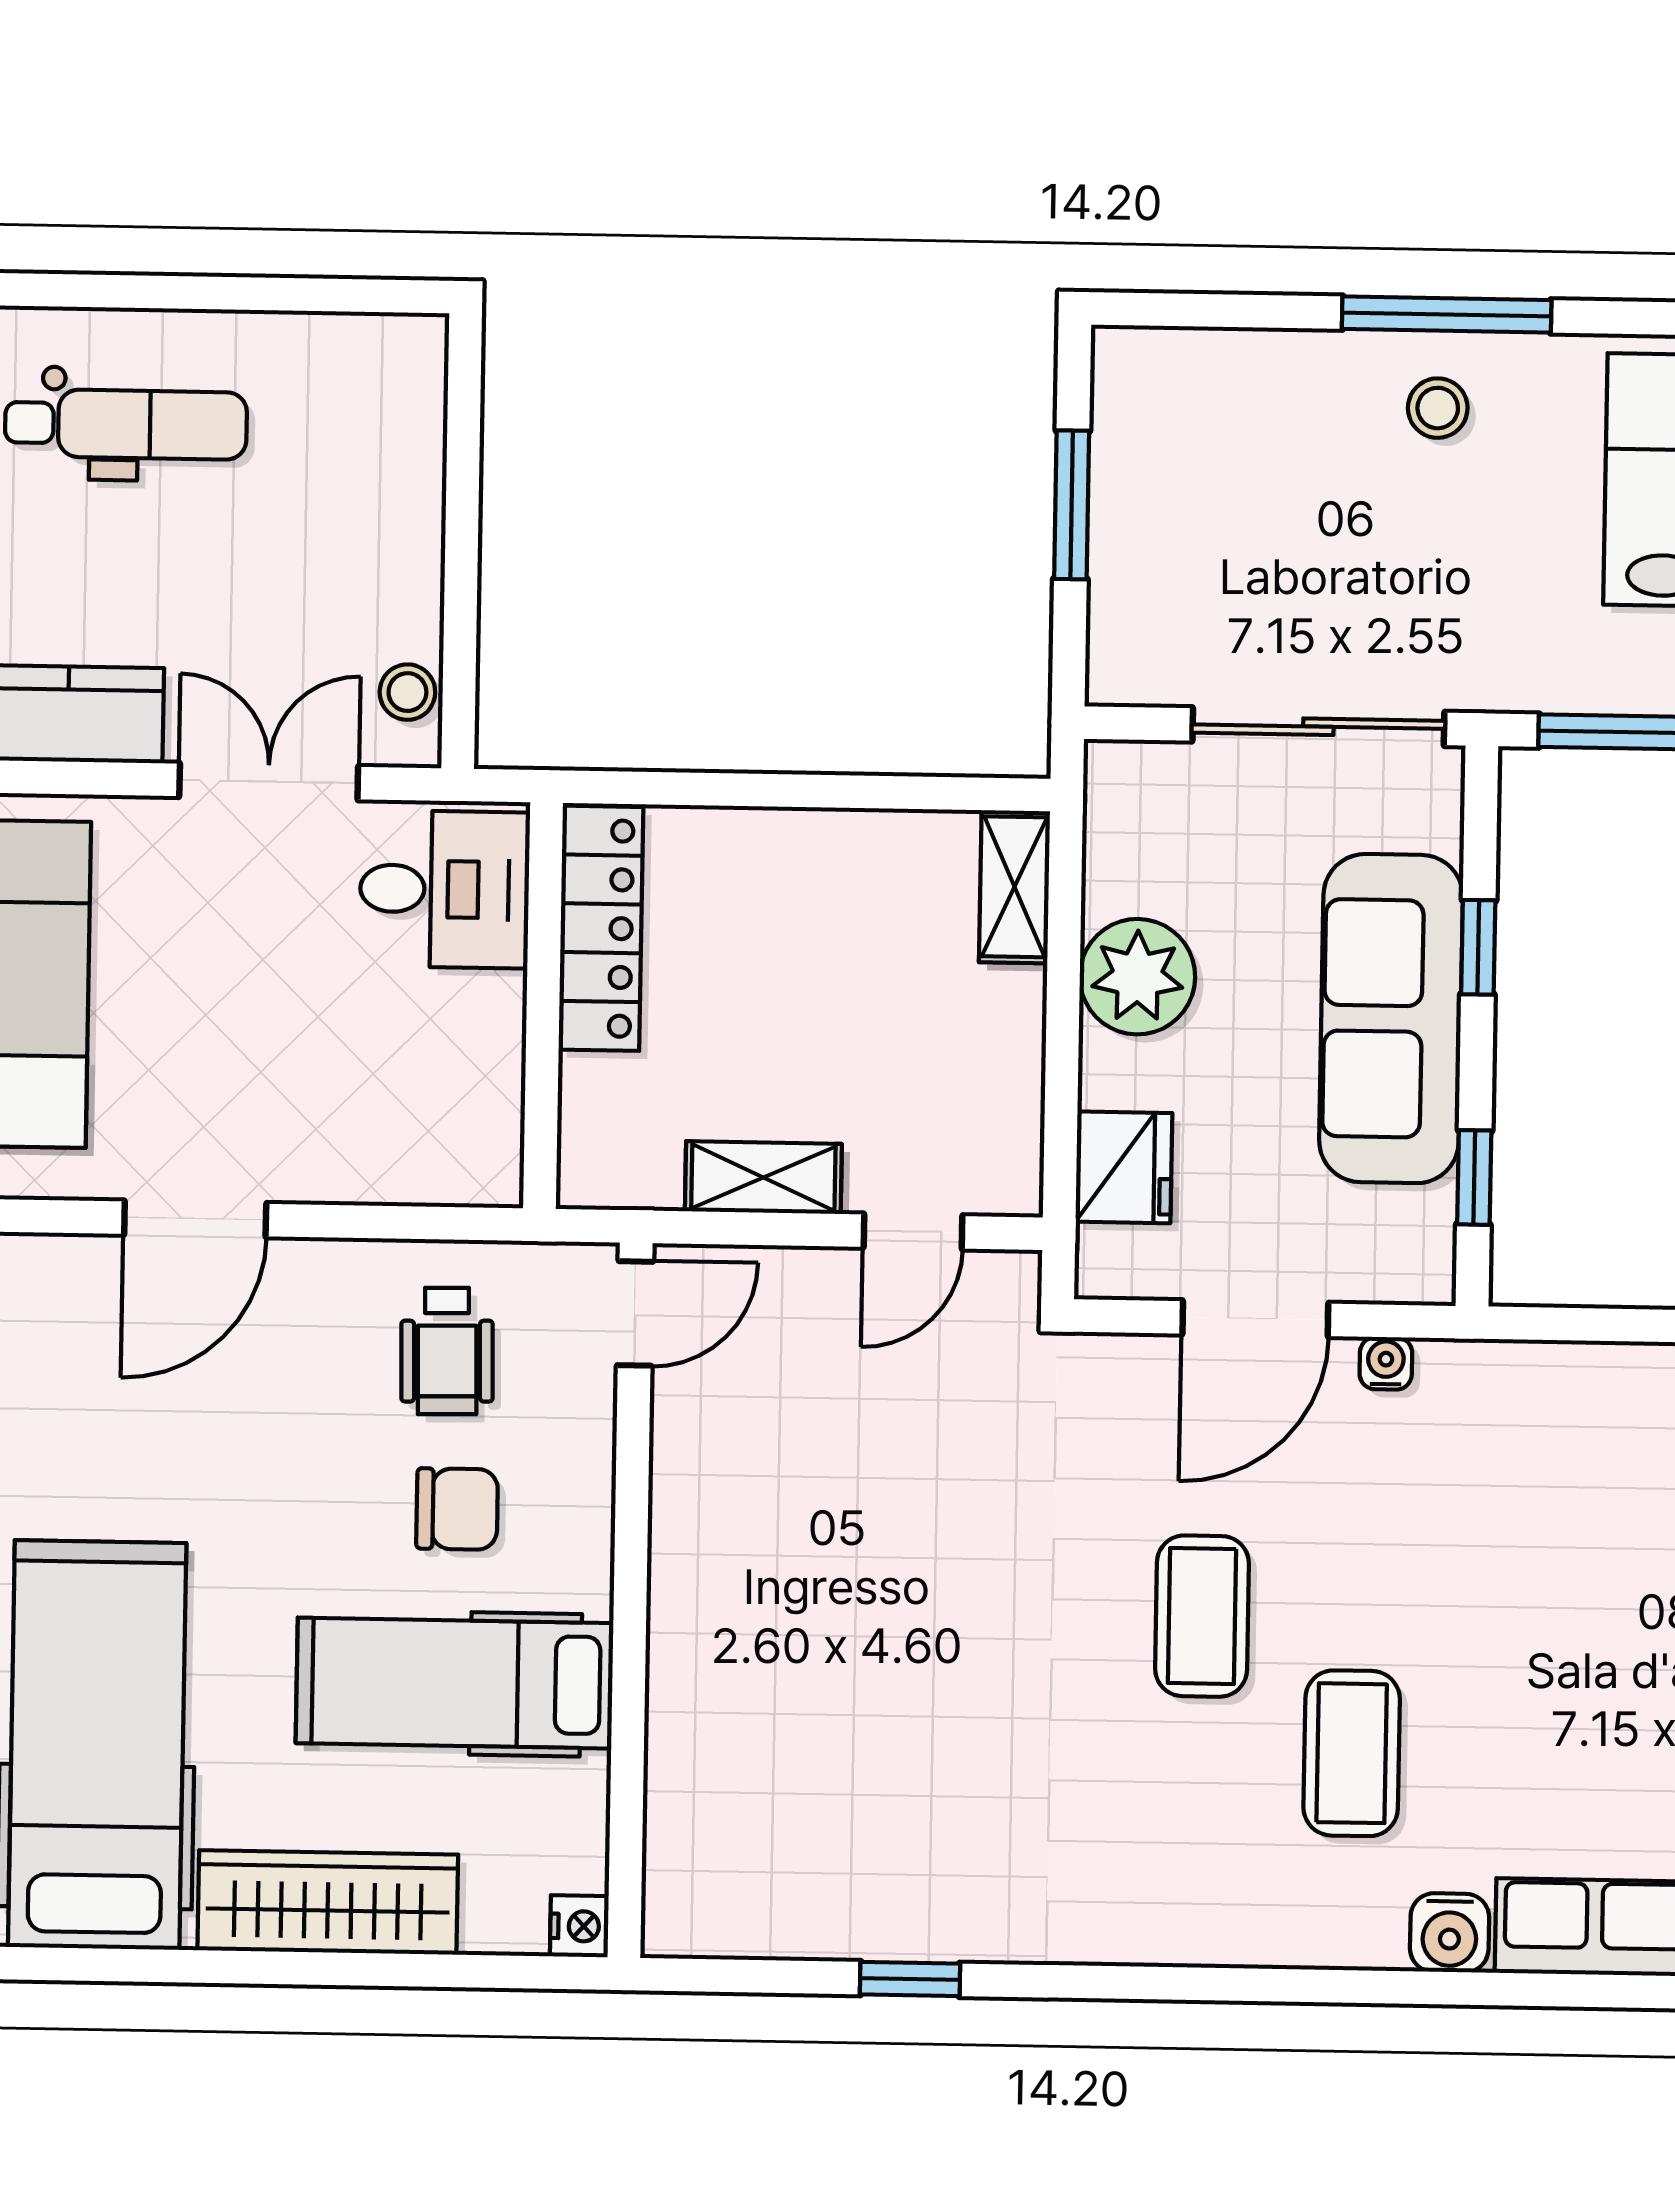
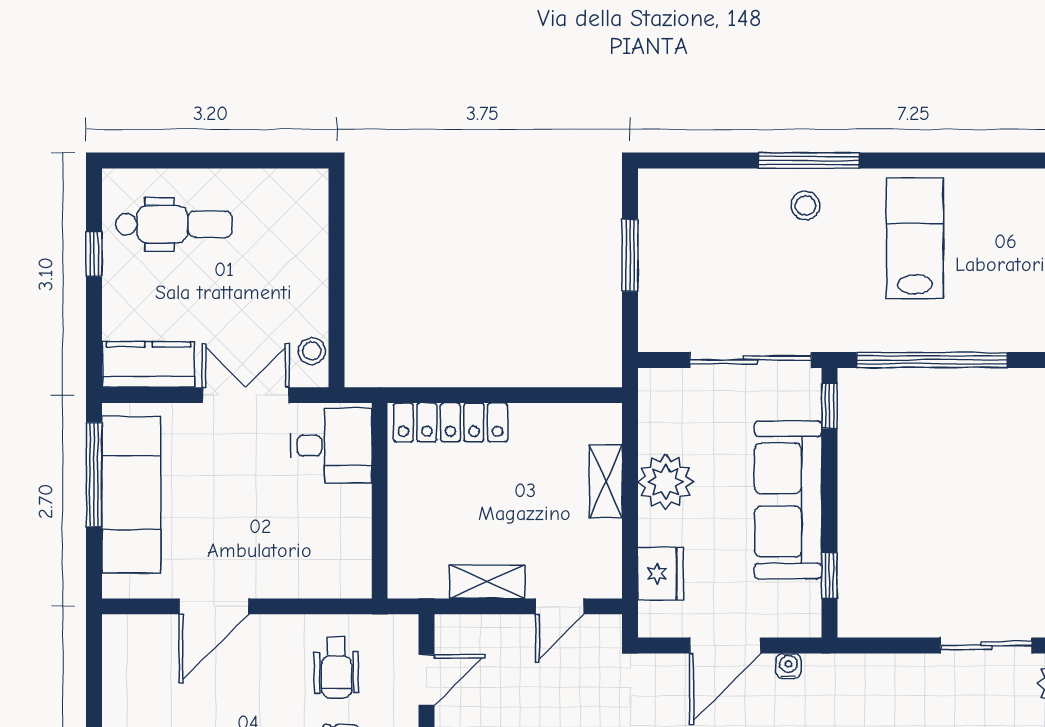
shelving: (1015, 887) -> (606, 481), moved
locker: (601, 928) -> (450, 422), moved, turned 90
window: (1478, 947) -> (829, 406), moved
door: (635, 1313) -> (427, 680), moved

